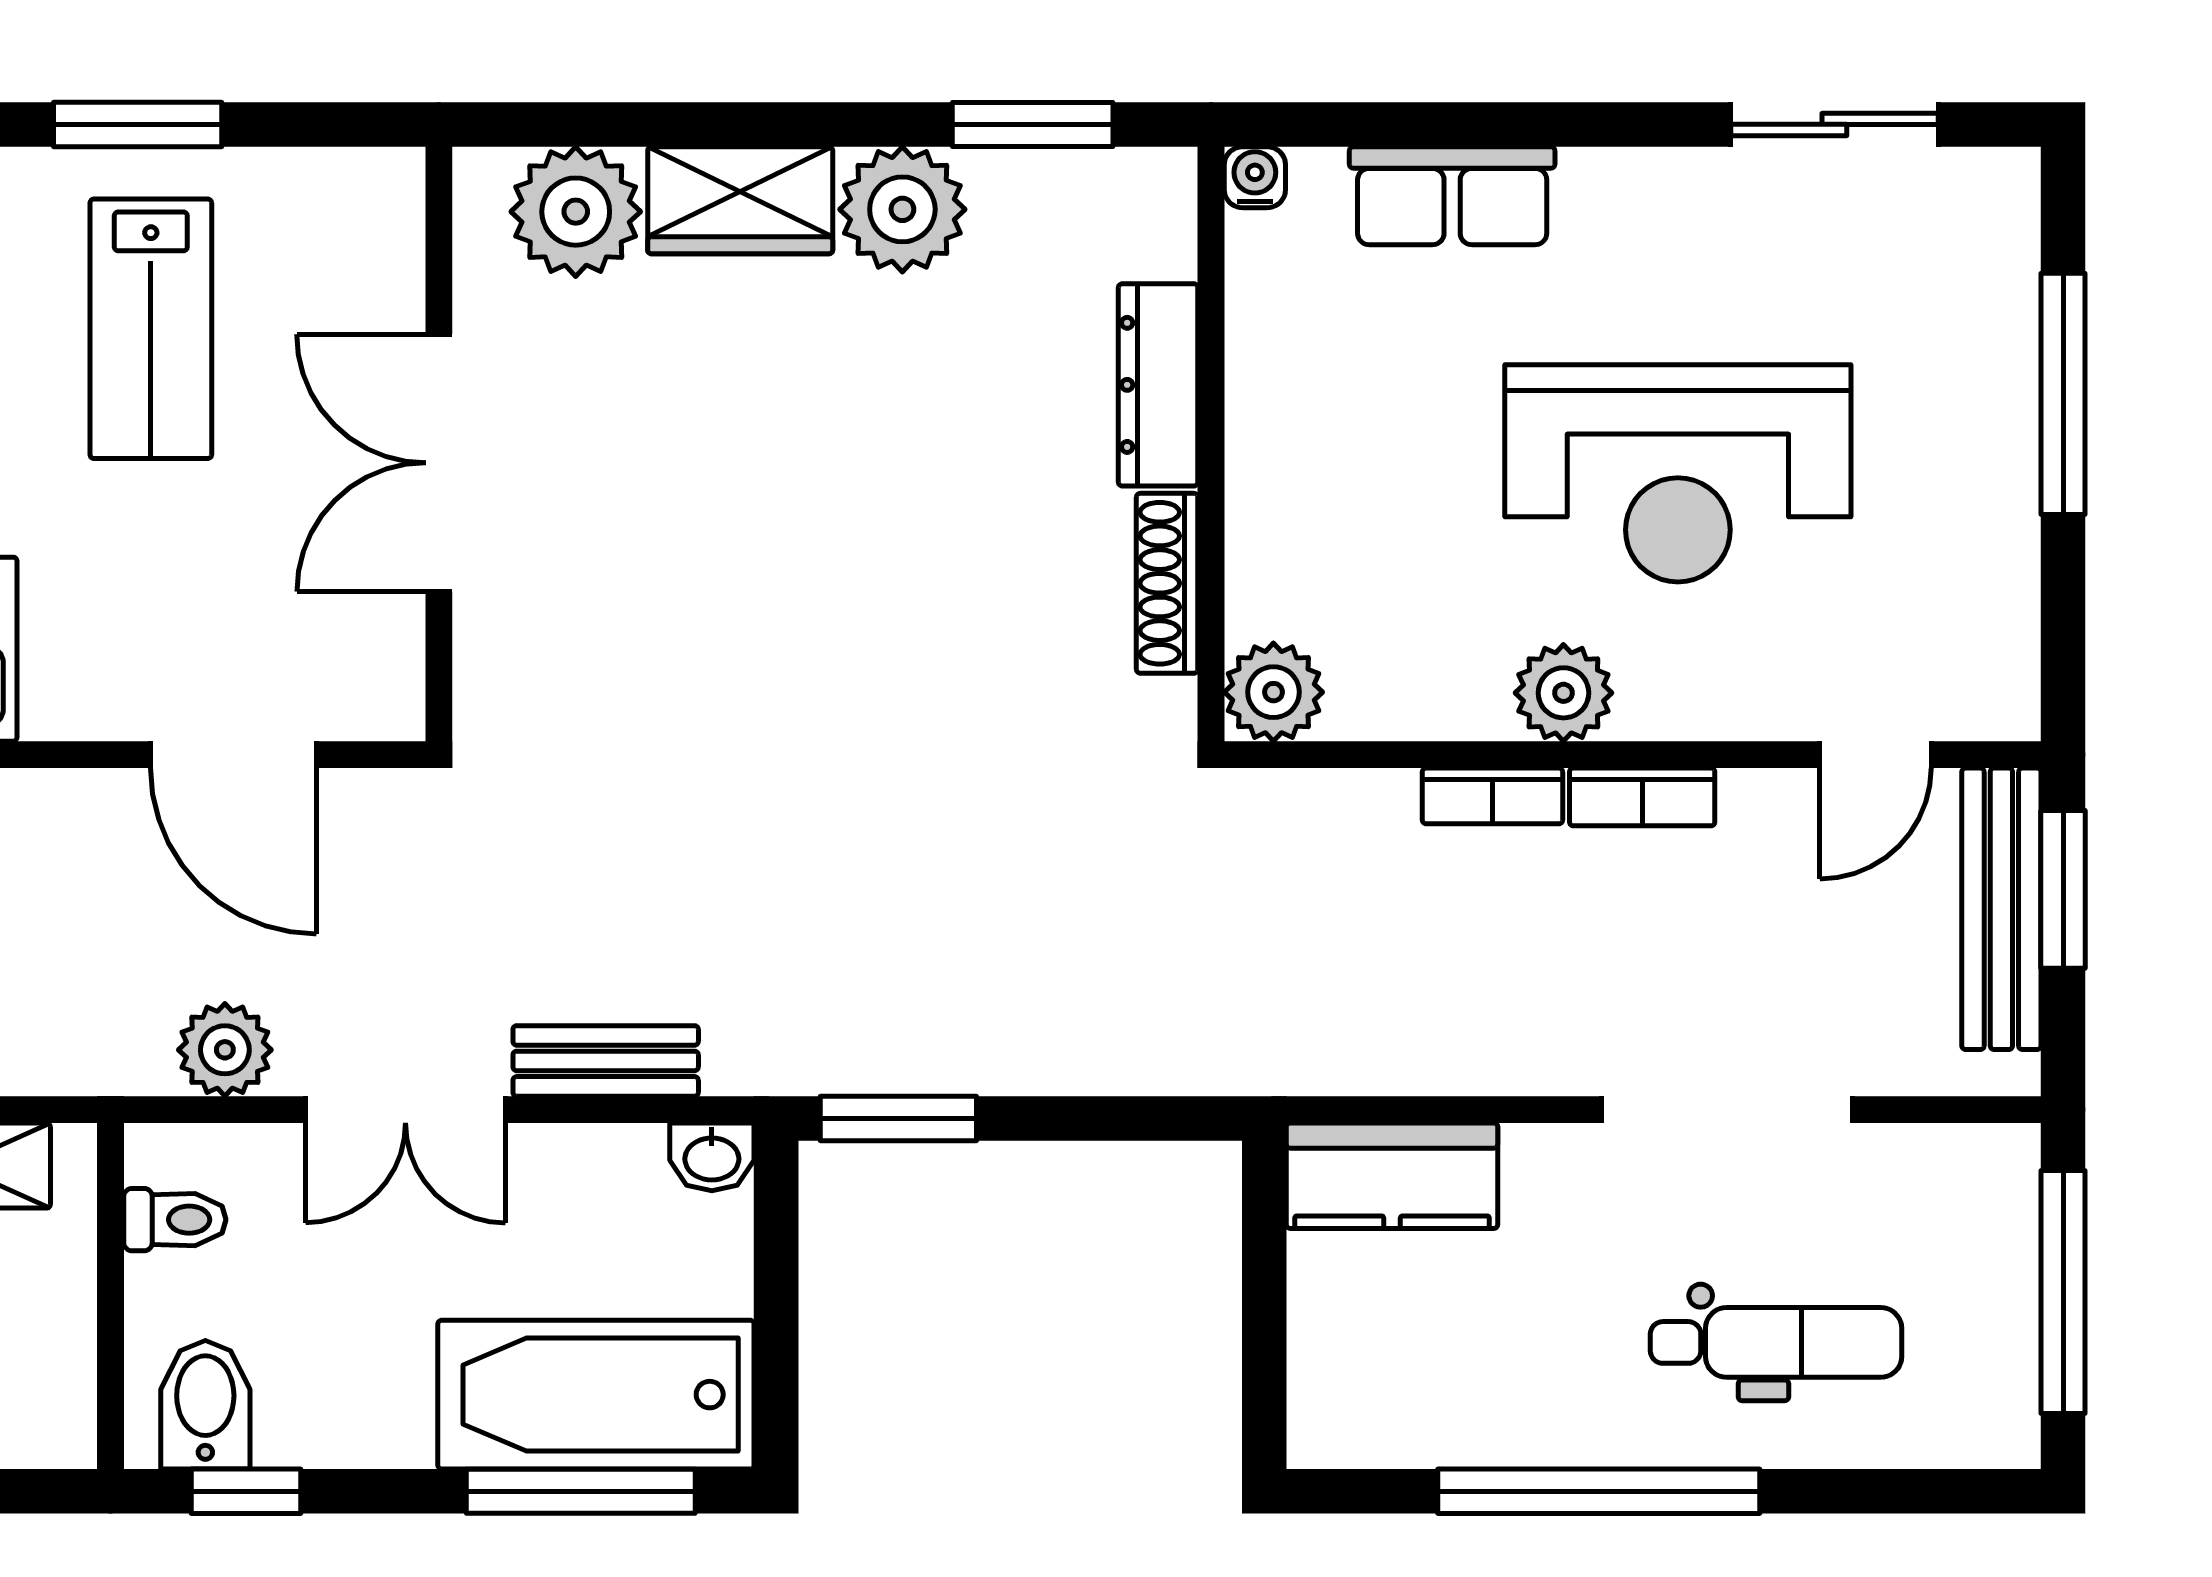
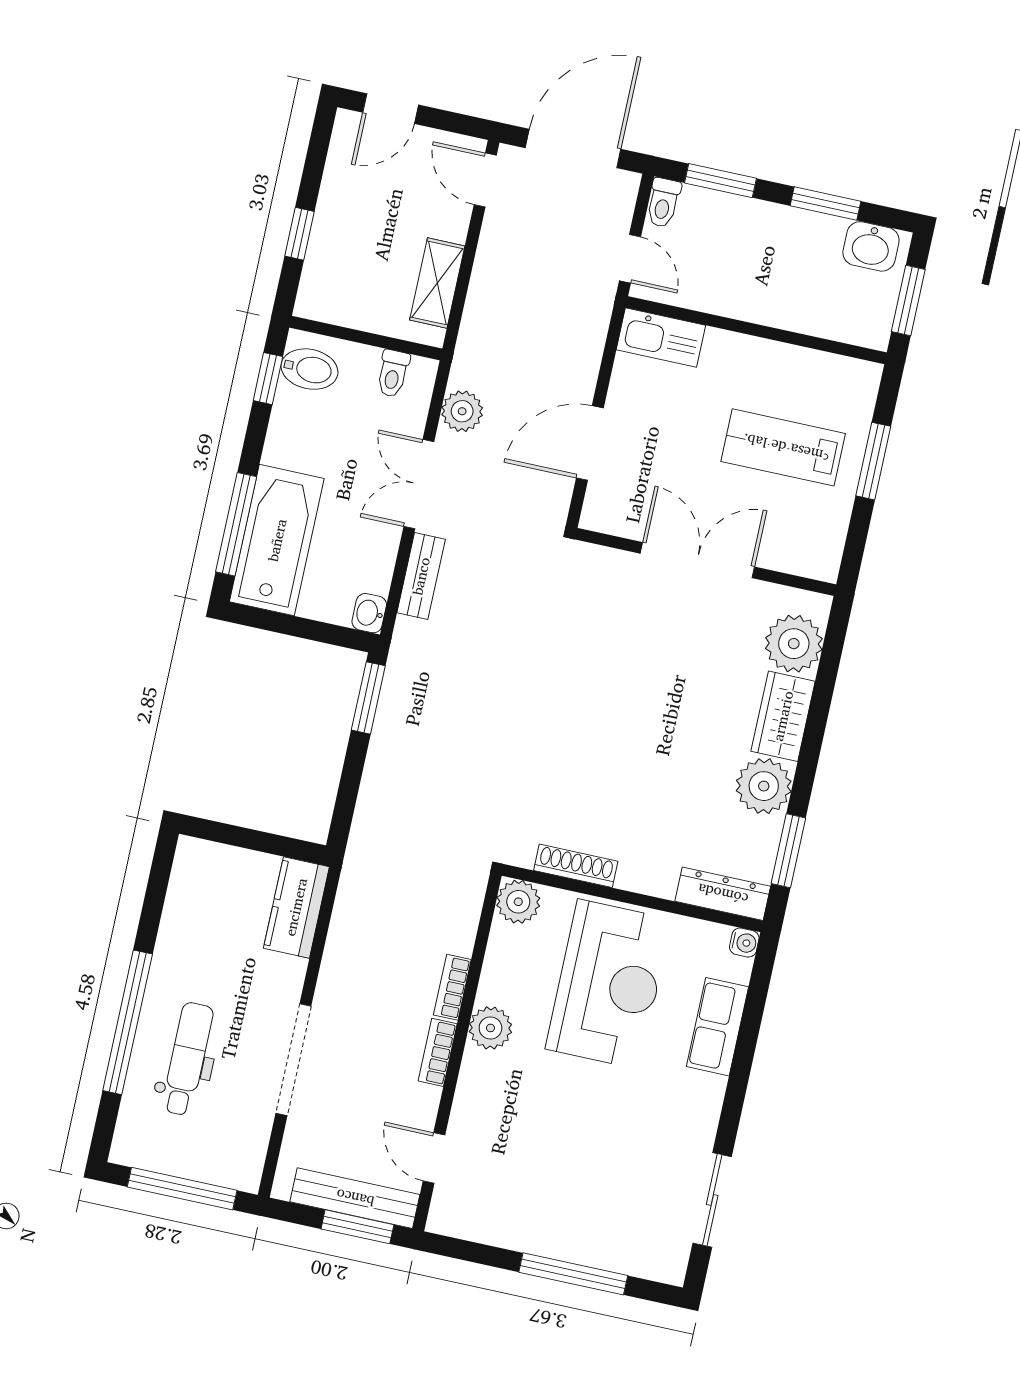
dresser: (1158, 385) -> (723, 894), moved
reception desk: (1678, 473) -> (609, 984), moved, turned 180
dental chair: (1776, 1342) -> (187, 1059), turned 180
window: (1599, 1491) -> (128, 1022), moved

